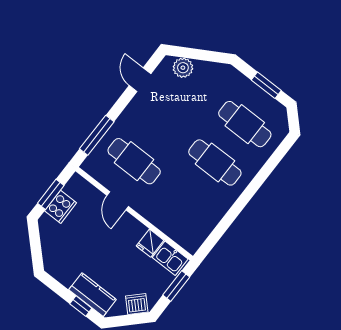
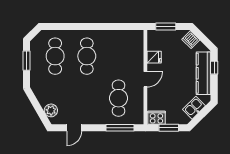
door: (118, 201) -> (145, 79), moved
cooker: (61, 207) -> (156, 118), moved
kitchen sink: (170, 258) -> (194, 108), moved, turned -135
kitchen counter: (93, 295) -> (204, 73), width x1.50

